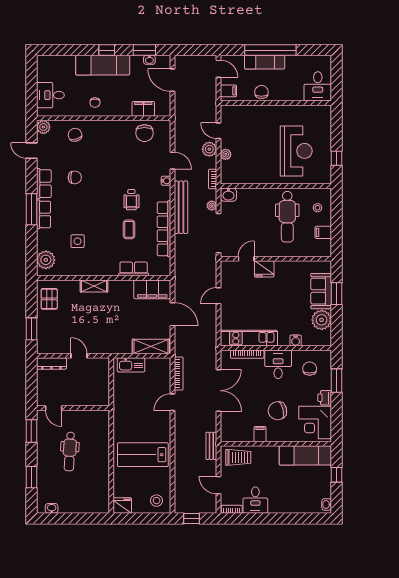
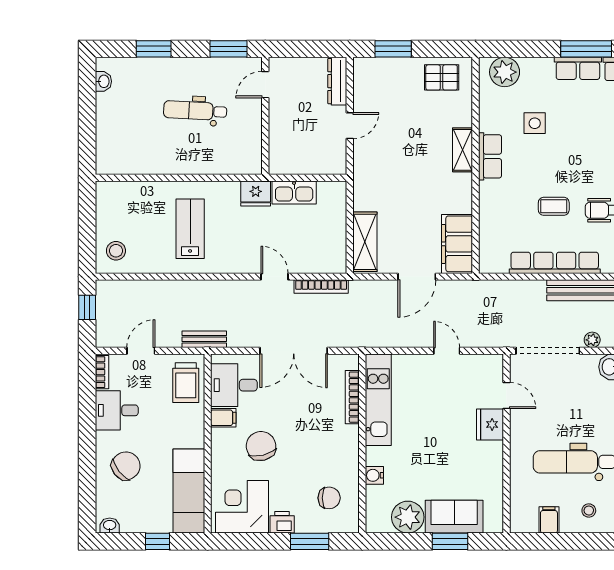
row of seats: (134, 269) -> (490, 156), moved
desk: (278, 364) -> (234, 385), moved, turned 180
kitchen sink: (131, 365) -> (294, 192), moved, turned -90
lab bench: (143, 455) -> (190, 229), width x0.73, depth x0.72
chair: (290, 494) -> (126, 466), added
fridge: (122, 506) -> (256, 193), moved, turned 90

